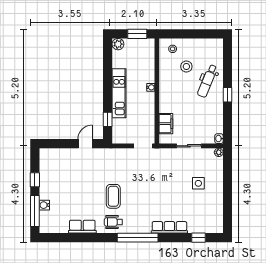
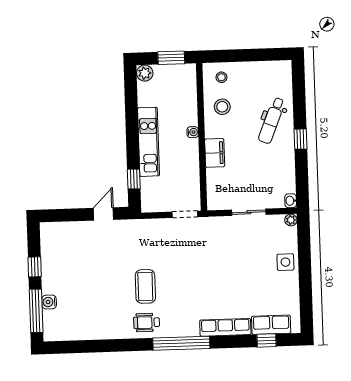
stool: (186, 67) -> (222, 107), moved
filing cabinet: (166, 124) -> (215, 153), moved
side table: (198, 183) -> (285, 262), moved
row of seats: (82, 227) -> (271, 325), moved

